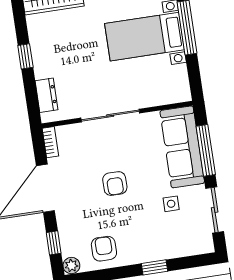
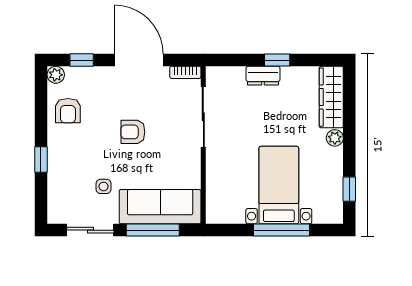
dresser: (46, 95) -> (263, 76), moved
sliding door: (110, 116) -> (203, 117), moved
armchair: (104, 249) -> (68, 111), turned 90

